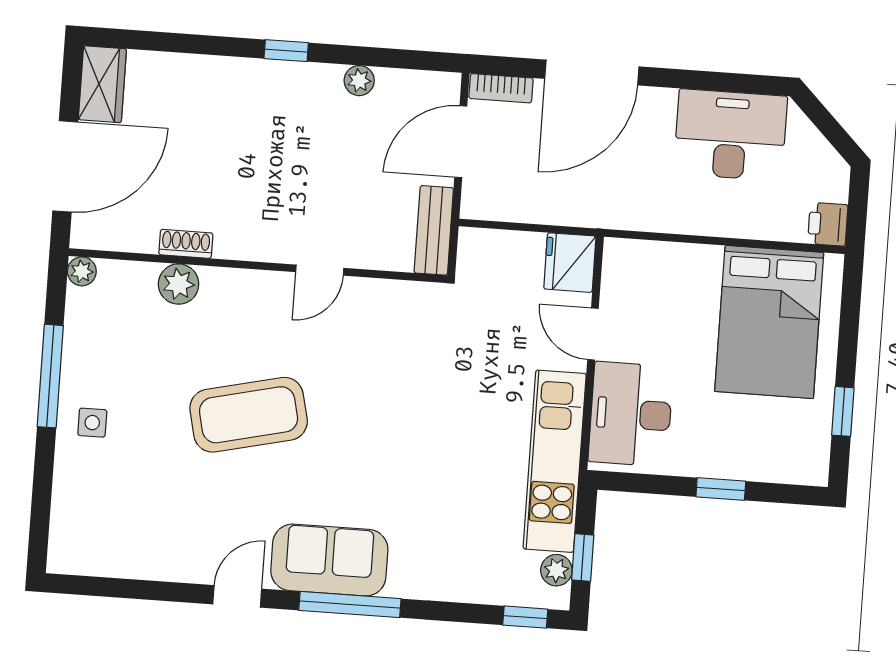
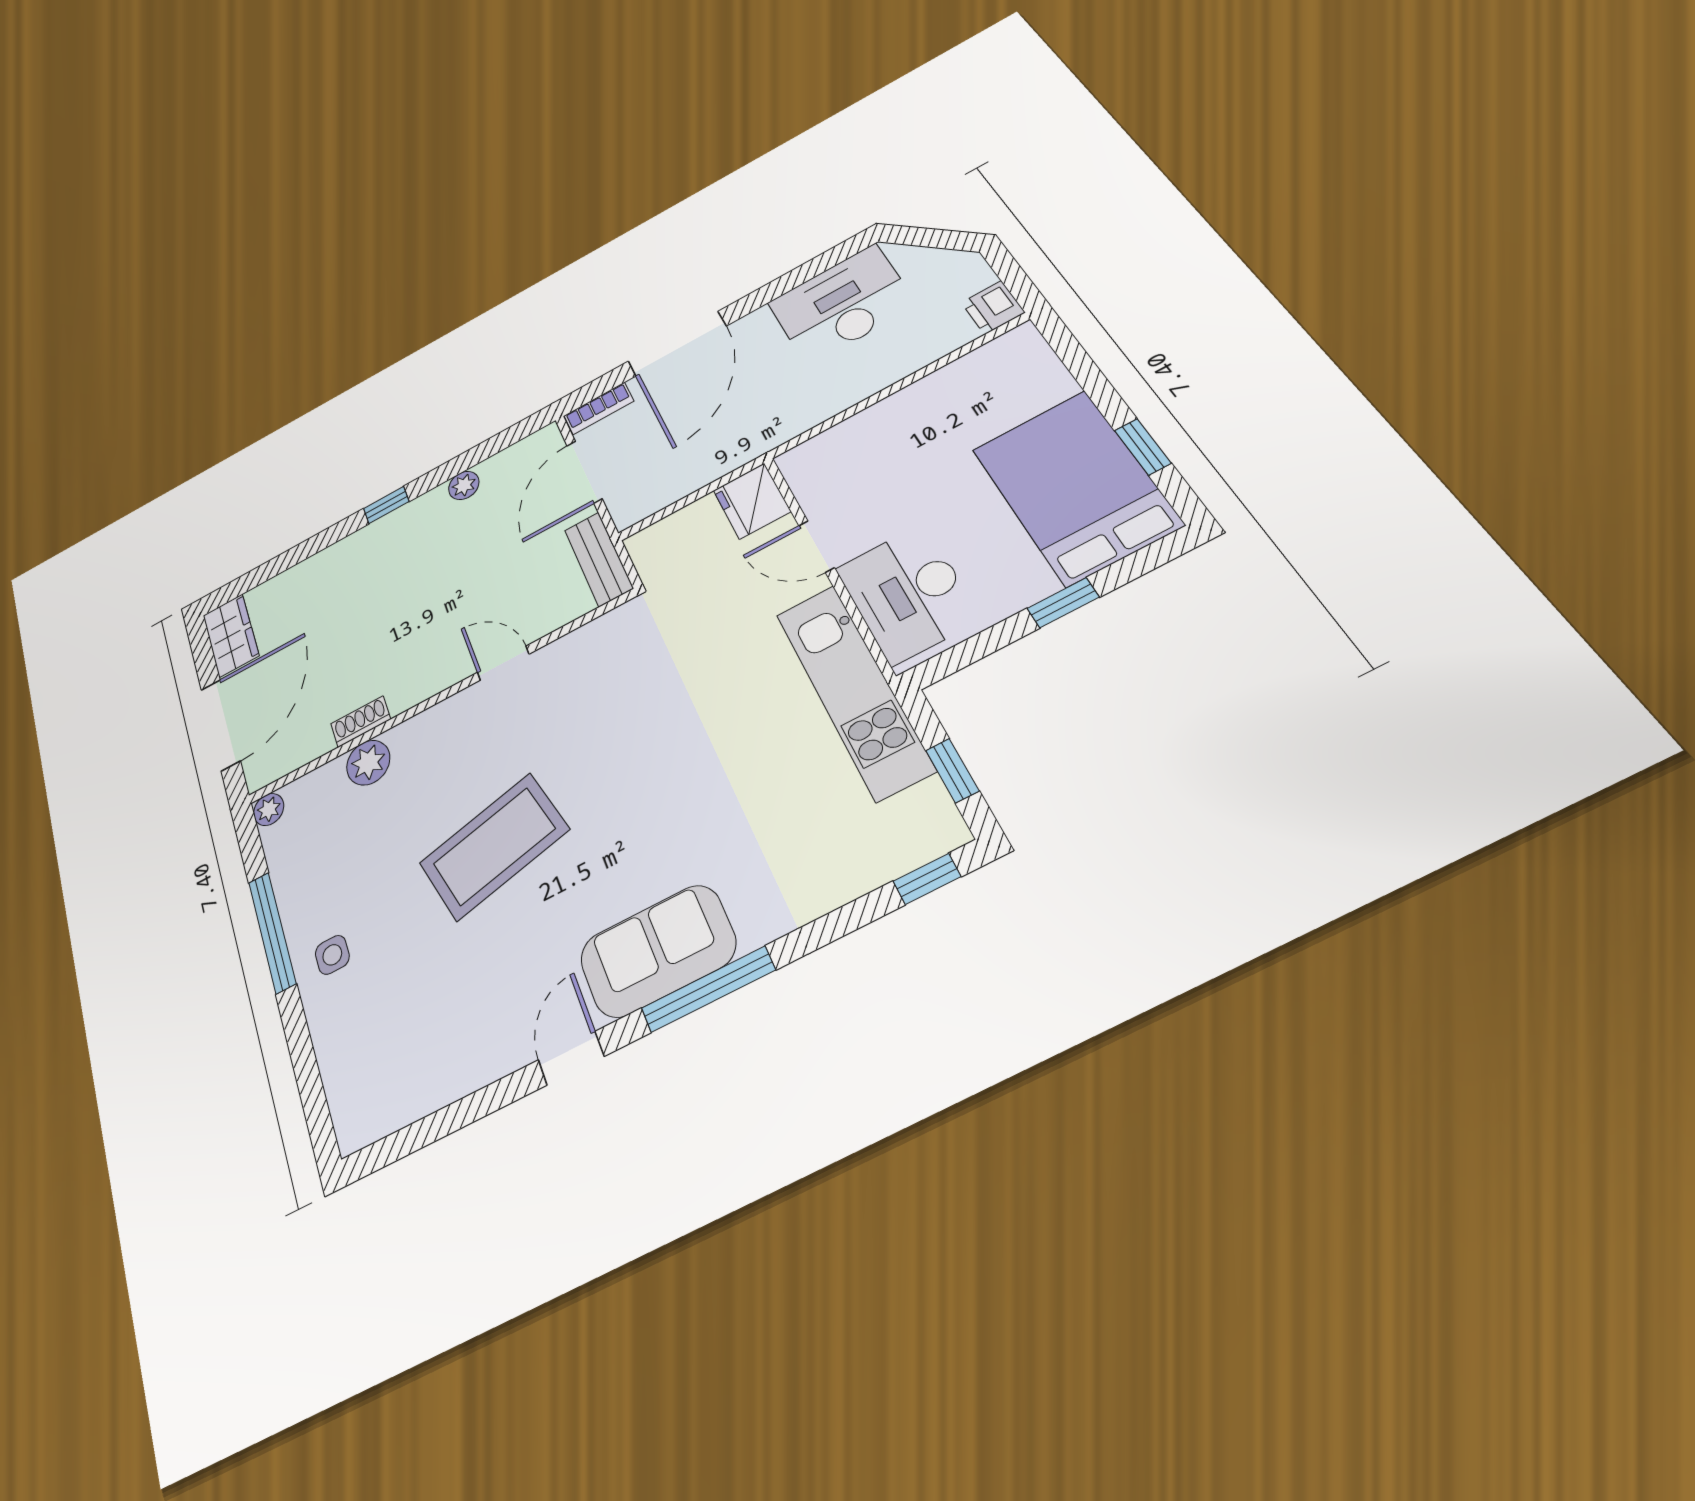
door: (320, 270) -> (503, 663), swing flipped
bed: (769, 322) -> (1076, 487), moved, turned 180
plant: (556, 570) -> (930, 803), removed

